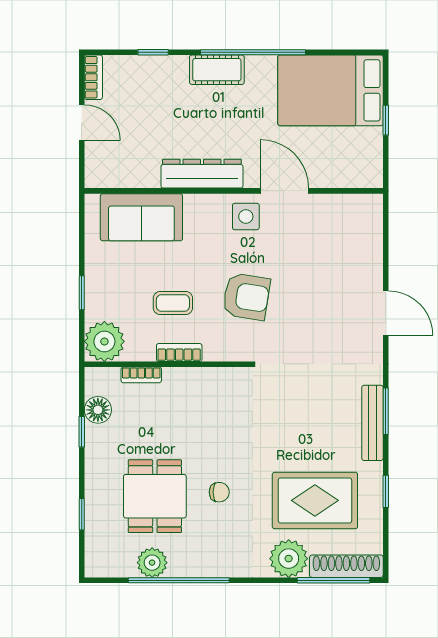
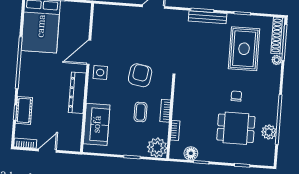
cot: (217, 70) -> (24, 110), moved
plant: (289, 559) -> (277, 60), width x0.53, depth x0.53

